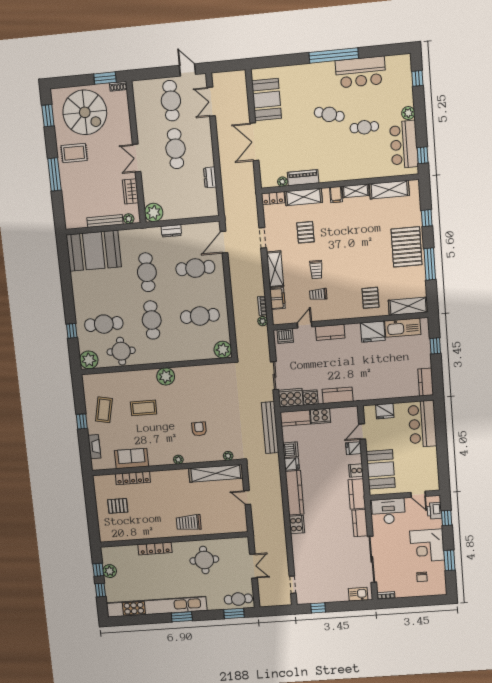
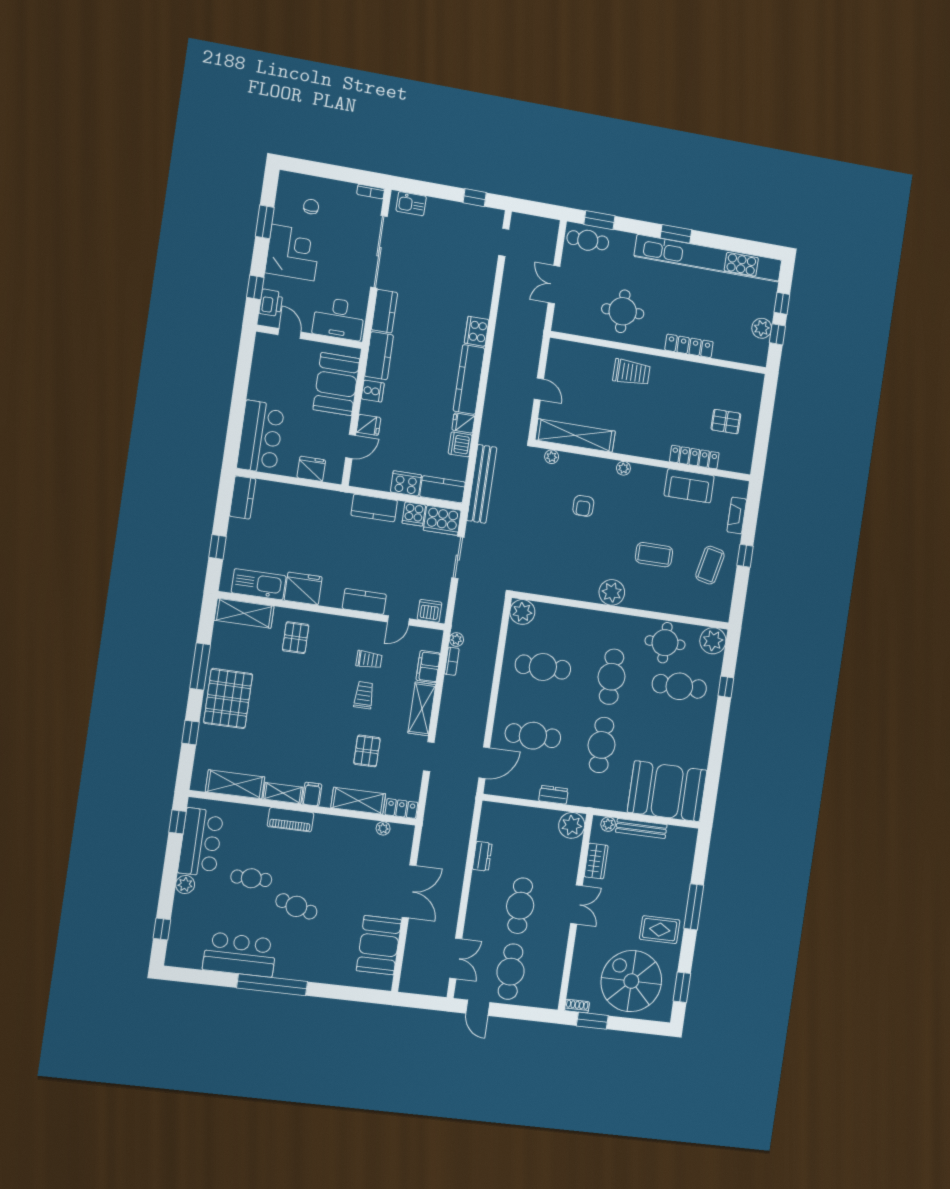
piano: (303, 178) -> (291, 820), moved

